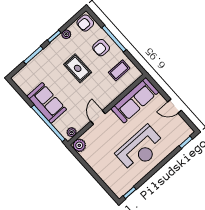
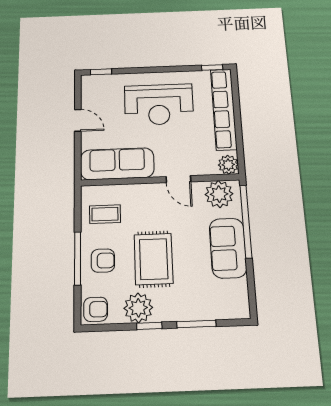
plant: (66, 34) -> (138, 308), width x1.88, depth x1.88
rug: (78, 68) -> (154, 259), width x1.36, depth x1.43
door: (98, 117) -> (178, 179), hinge flipped
plant: (72, 132) -> (219, 194), width x1.88, depth x1.88
reception desk: (140, 149) -> (159, 104), turned 180
row of seats: (105, 174) -> (224, 109), added

